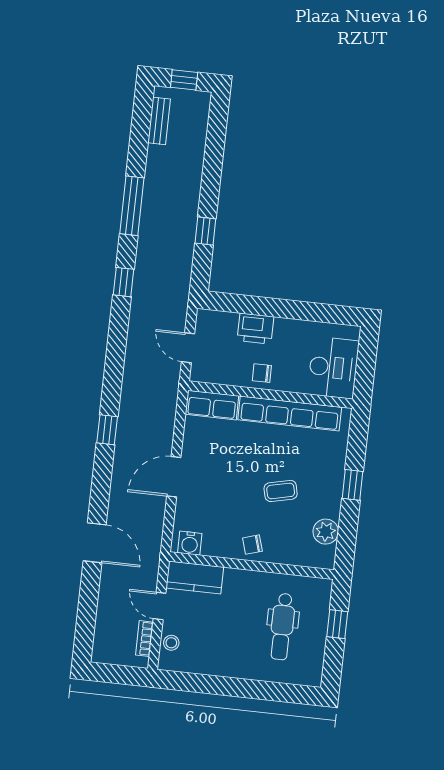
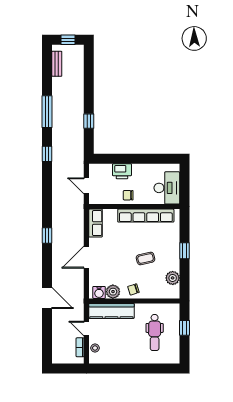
row of seats: (212, 405) -> (96, 223), moved, turned -90
plant: (215, 544) -> (113, 292), added
kitchen counter: (195, 578) -> (111, 311), width x1.50

